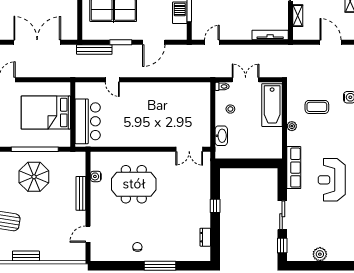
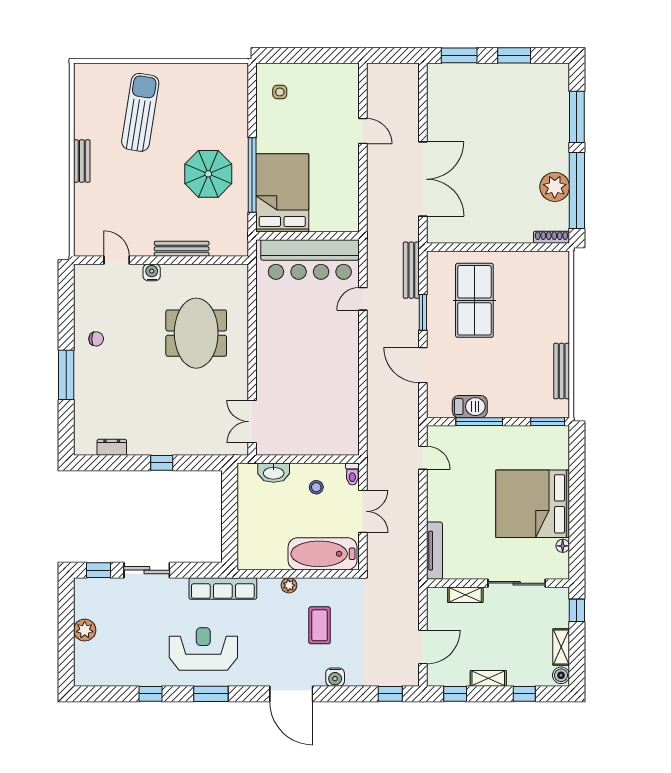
bed: (46, 113) -> (282, 193), moved
bar counter: (88, 121) -> (310, 259), width x1.36
water cooler: (96, 176) -> (152, 272), moved

